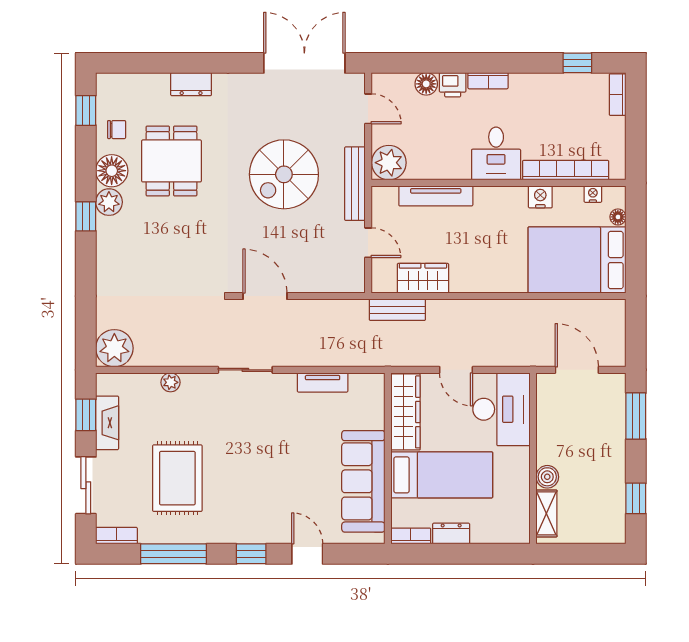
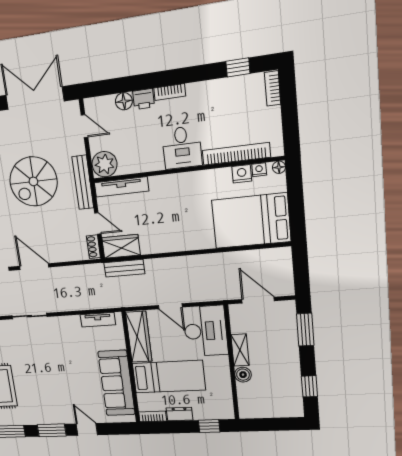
tv unit: (436, 196) -> (121, 187), moved
nightstand: (540, 197) -> (242, 174), moved
floor lamp: (618, 217) -> (279, 167), moved
shoe rack: (357, 275) -> (93, 247), added
wardrobe: (423, 278) -> (121, 246), moved
tv unit: (323, 382) -> (98, 320), moved
shelving: (546, 513) -> (240, 350), moved
window: (251, 554) -> (52, 430), width x1.50
window: (492, 554) -> (209, 426), added

